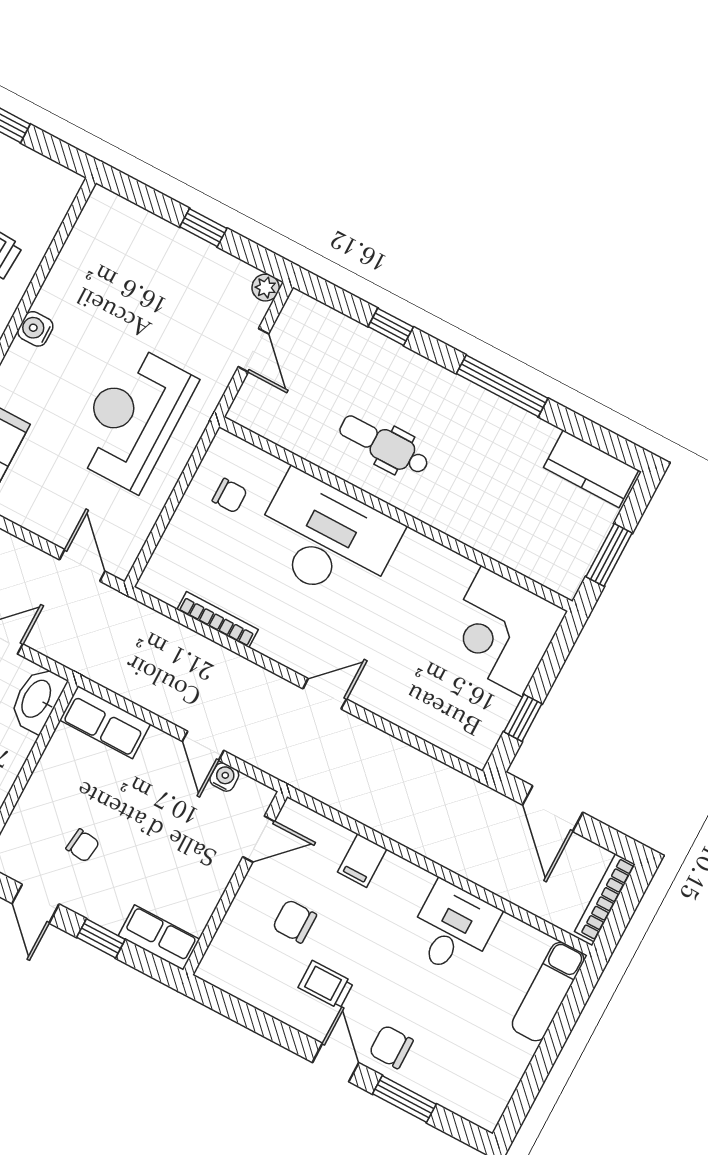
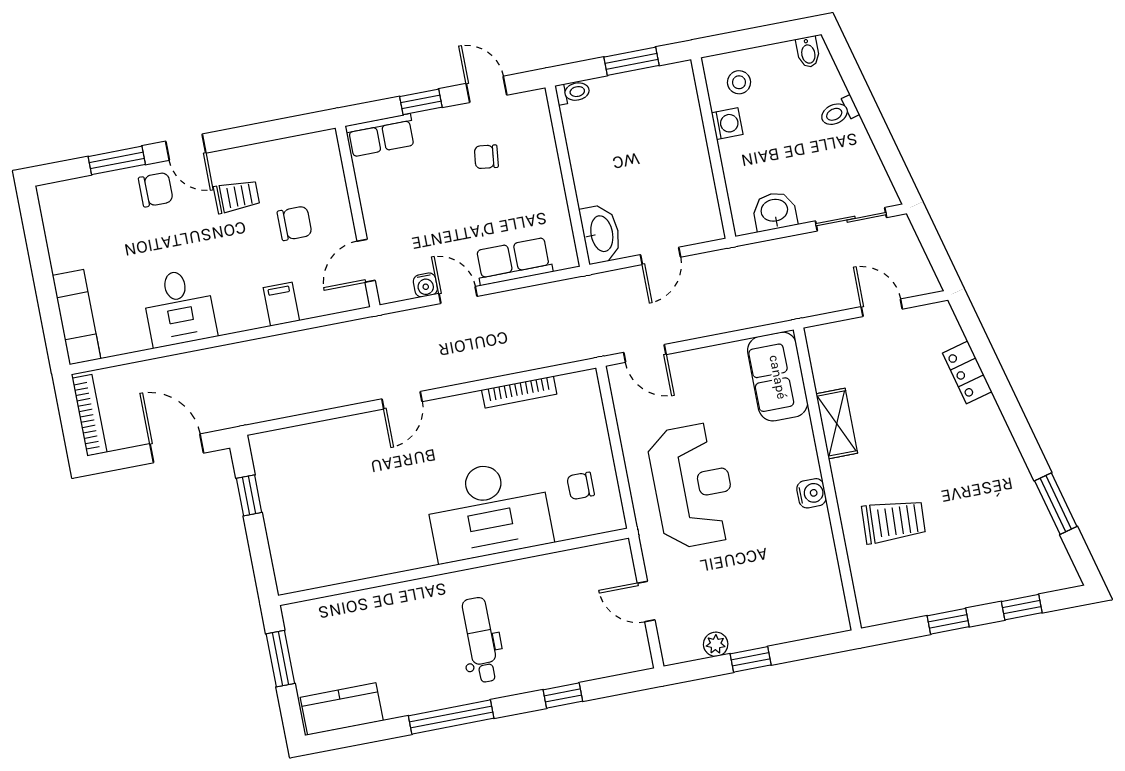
plant: (266, 288) -> (716, 644), moved
dental chair: (384, 445) -> (481, 640), moved, turned -90
corner desk: (502, 631) -> (313, 544), removed
row of seats: (105, 722) -> (514, 261), moved

